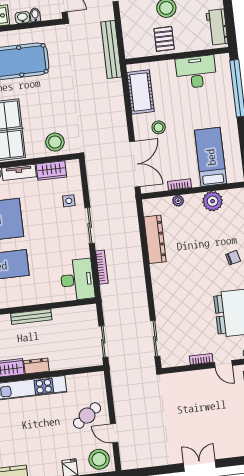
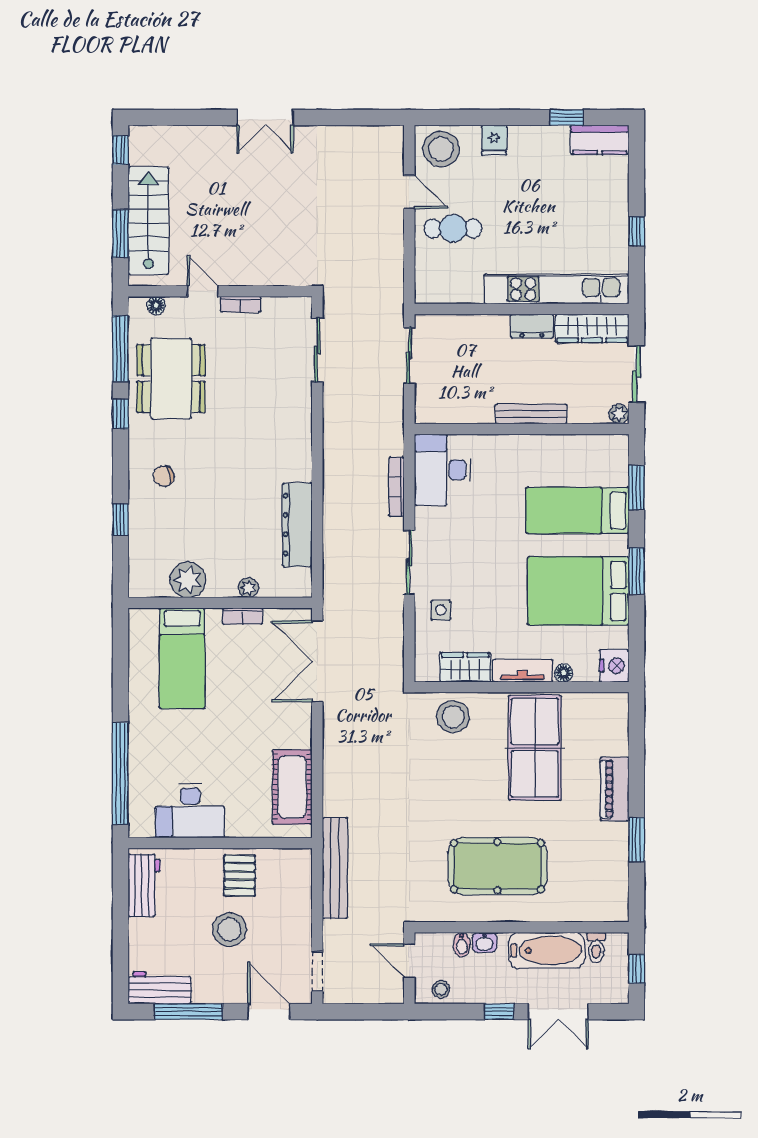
stool: (159, 127) -> (268, 721), removed
cafe table: (87, 416) -> (453, 229), turned 36

